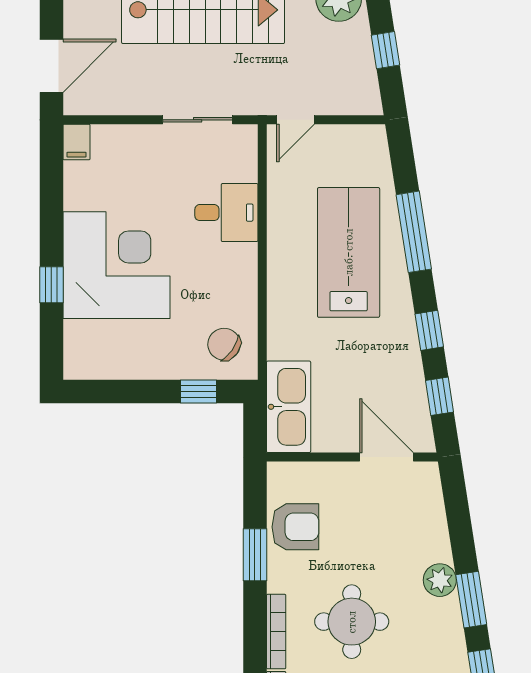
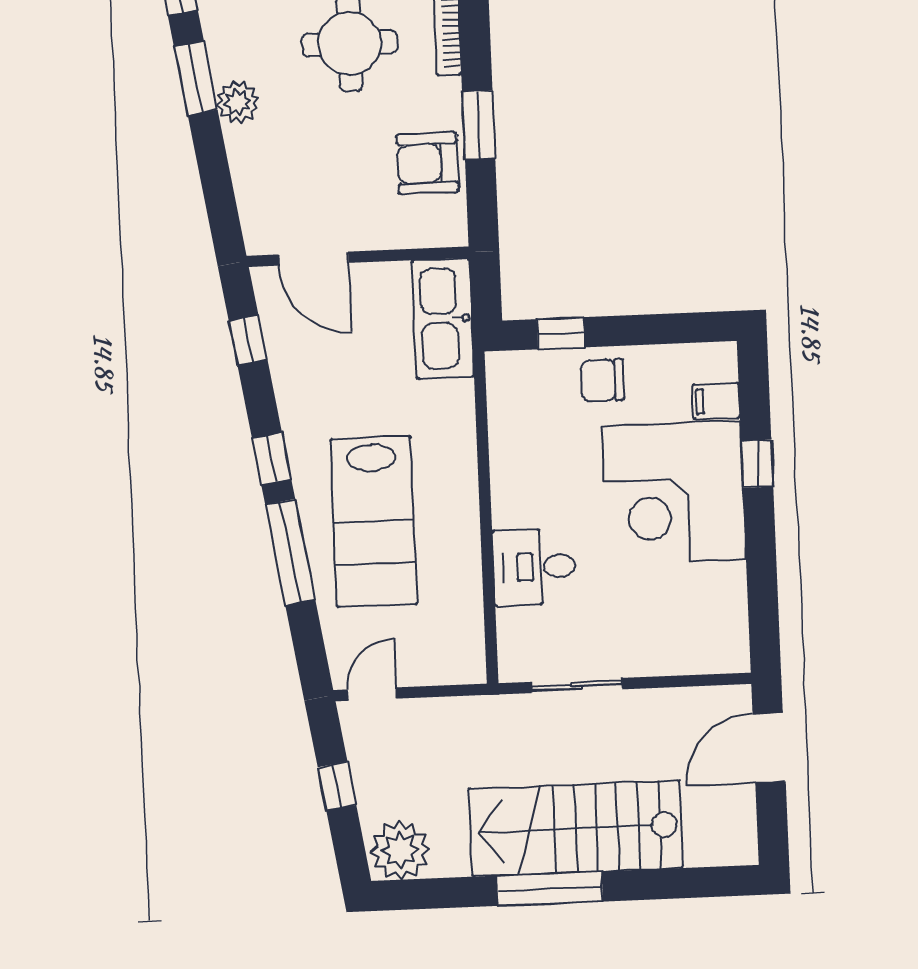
door: (295, 120) -> (372, 694), moved
filing cabinet: (76, 142) -> (716, 401), moved, turned -90
window: (429, 330) -> (272, 459), moved
chair: (224, 344) -> (602, 380), moved, turned 145

